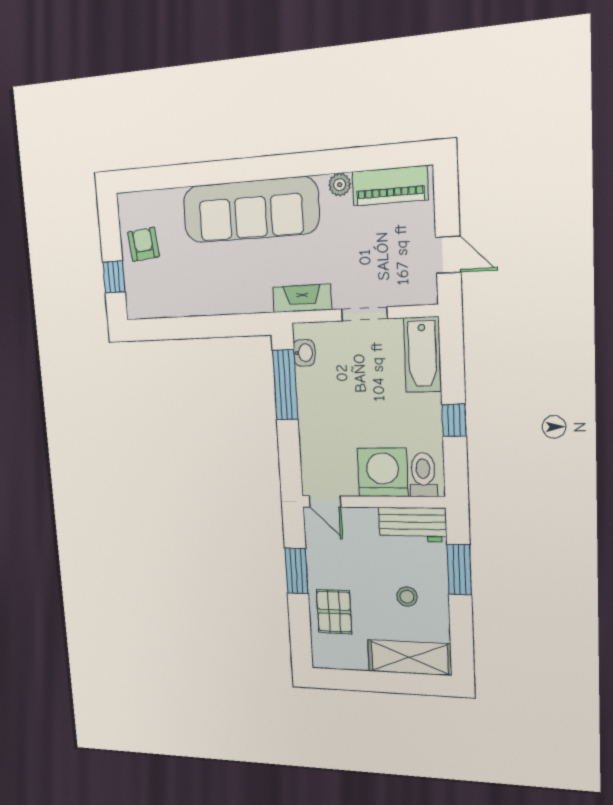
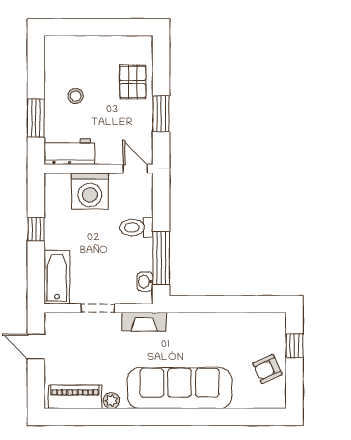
armchair: (143, 244) -> (267, 369), turned 72
toilet: (423, 475) -> (136, 227), moved, turned 90
shelving: (409, 658) -> (76, 48), removed

